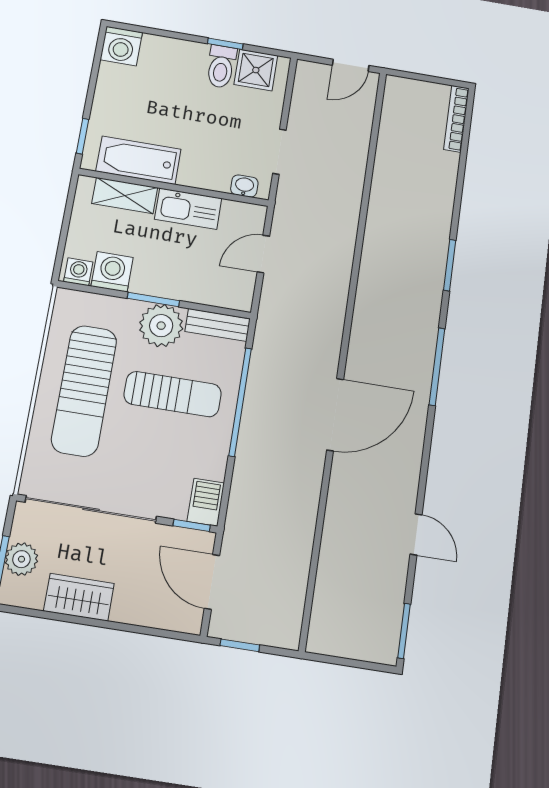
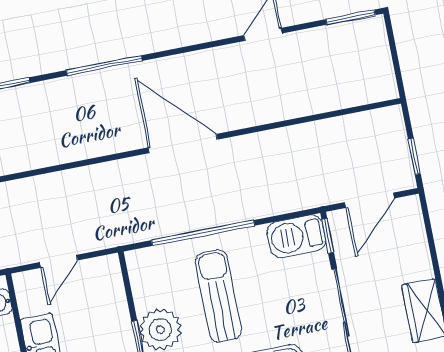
door: (263, 254) -> (59, 261), hinge flipped
bench: (218, 325) -> (141, 279), removed
barbecue: (206, 502) -> (296, 236), width x1.38, depth x1.27

